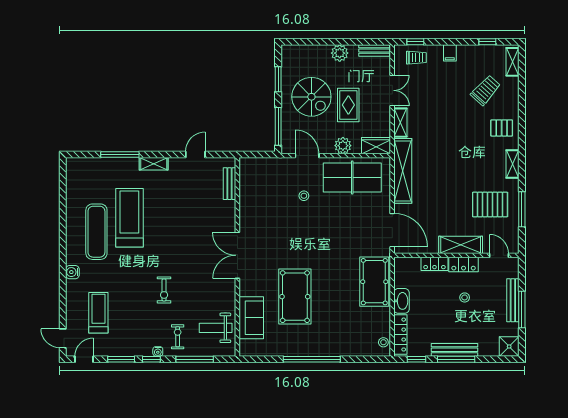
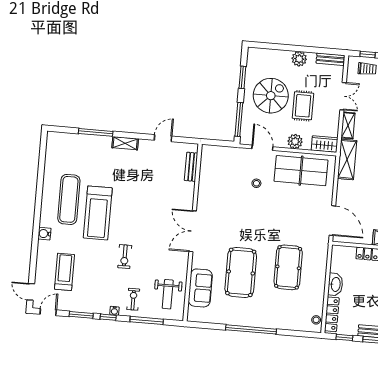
spiral stairs: (311, 97) -> (271, 96), turned -90
shelving: (403, 171) -> (347, 159), width x0.68
treadmill: (129, 218) -> (98, 213), moved, turned 180
pool table: (374, 282) -> (288, 267), moved
weight bench: (216, 328) -> (168, 294), turned -90

